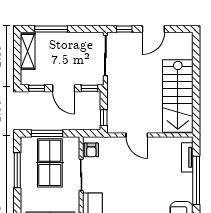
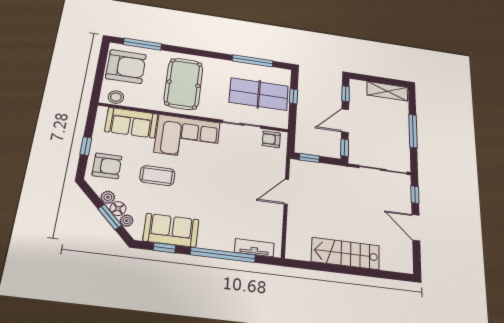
window: (51, 29) -> (413, 131), moved
stairs: (178, 96) -> (345, 254), width x0.73, depth x0.66
window: (47, 133) -> (293, 96), width x0.46

